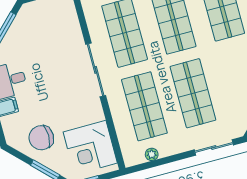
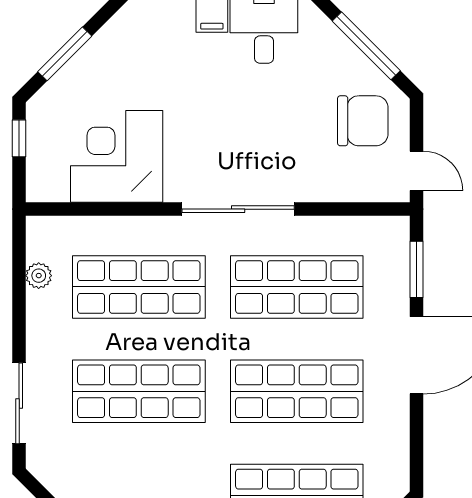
chair: (41, 138) -> (363, 121), moved, turned 90
corner desk: (90, 147) -> (117, 156), moved

